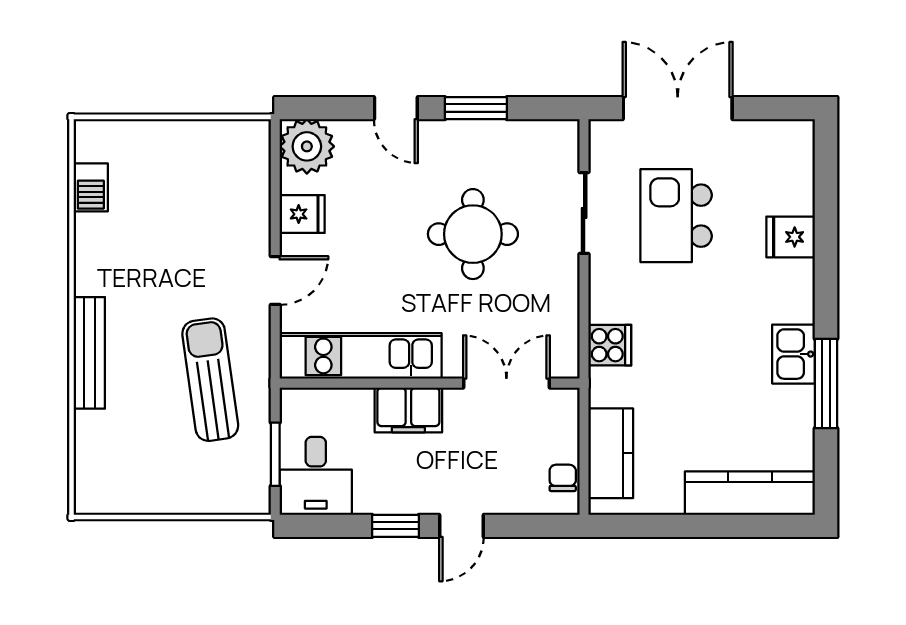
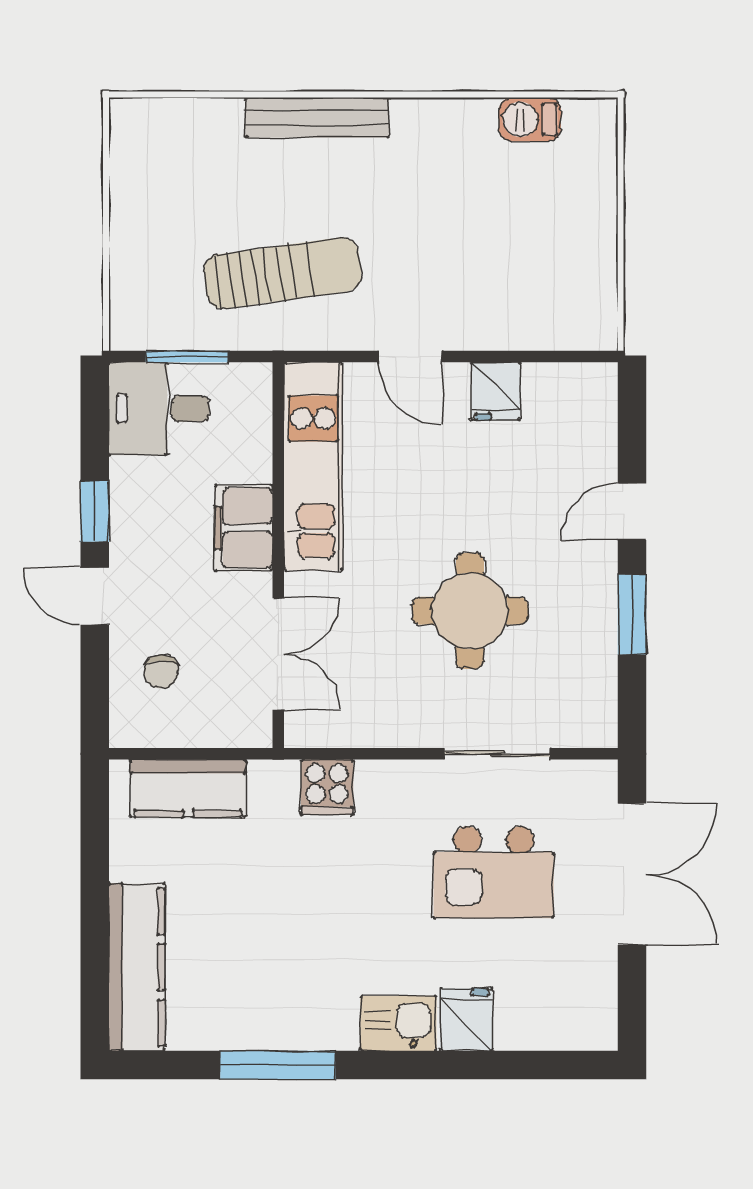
plant: (307, 146) -> (583, 397), removed
kitchen island: (676, 216) -> (494, 872), turned 180
kitchen sink: (794, 354) -> (398, 1023), moved
chair: (563, 478) -> (161, 672), moved, turned 90

